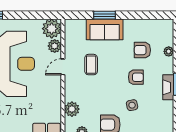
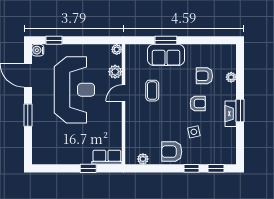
plant: (52, 29) -> (117, 49), width x0.53, depth x0.53
plant: (72, 109) -> (133, 136), removed

